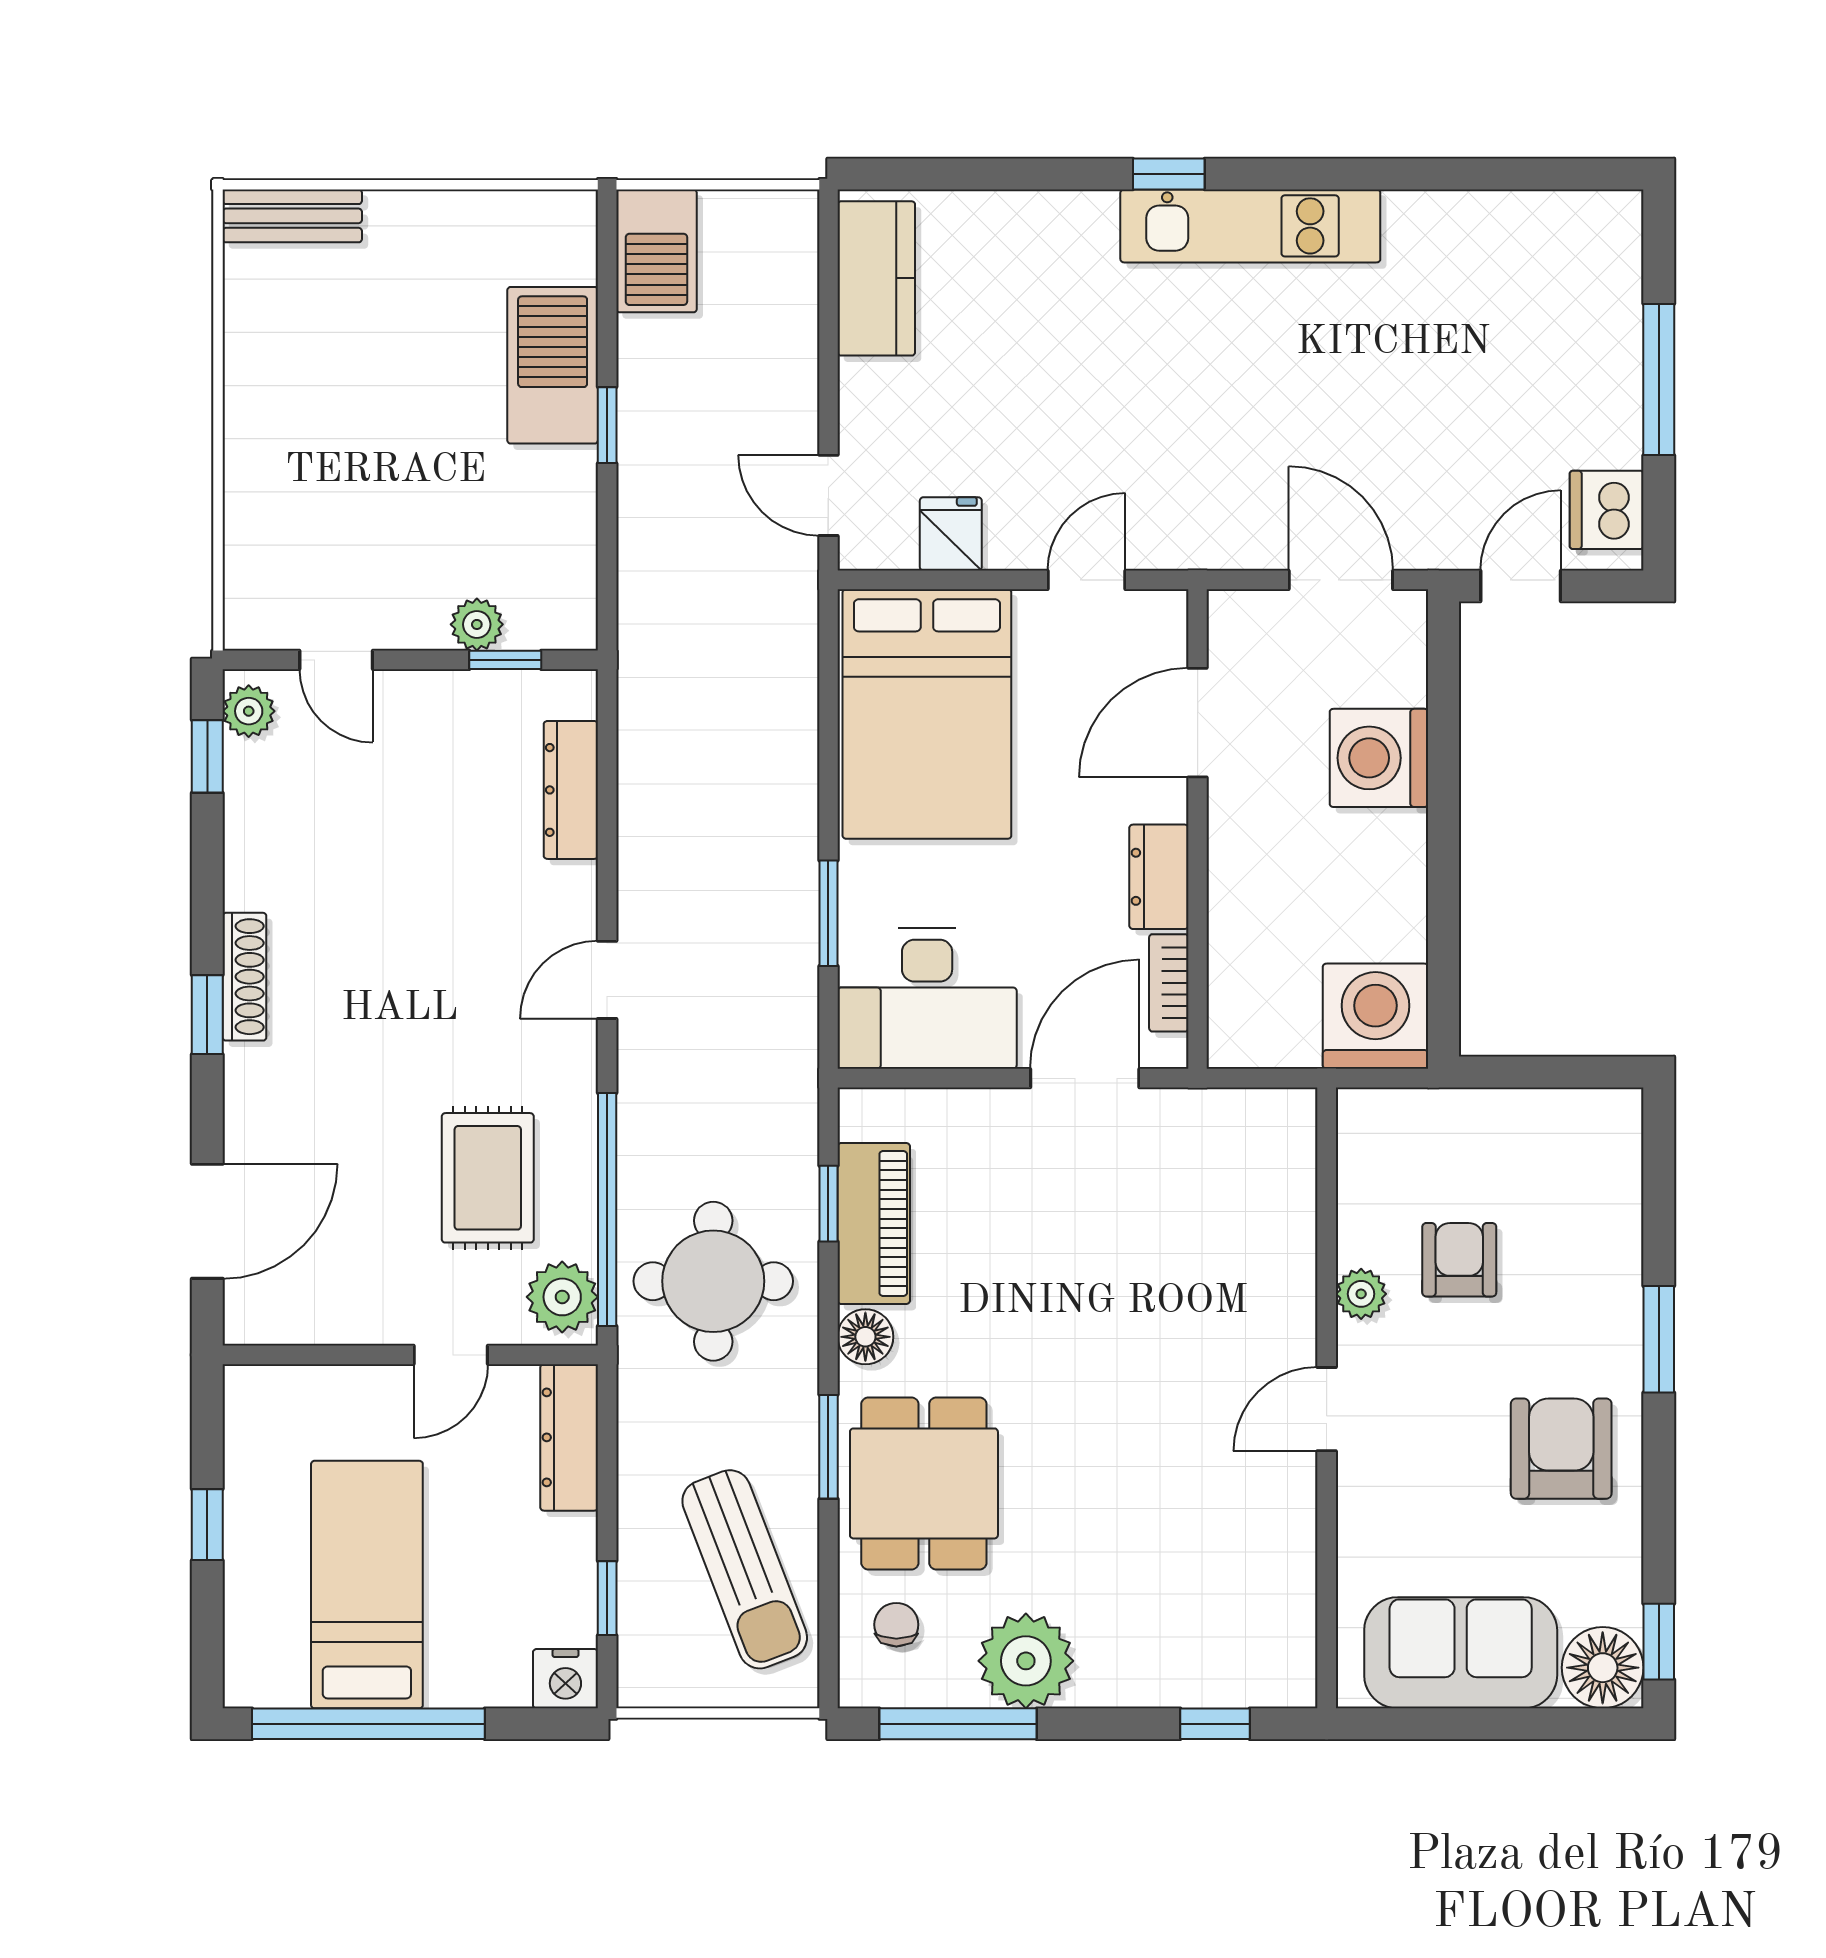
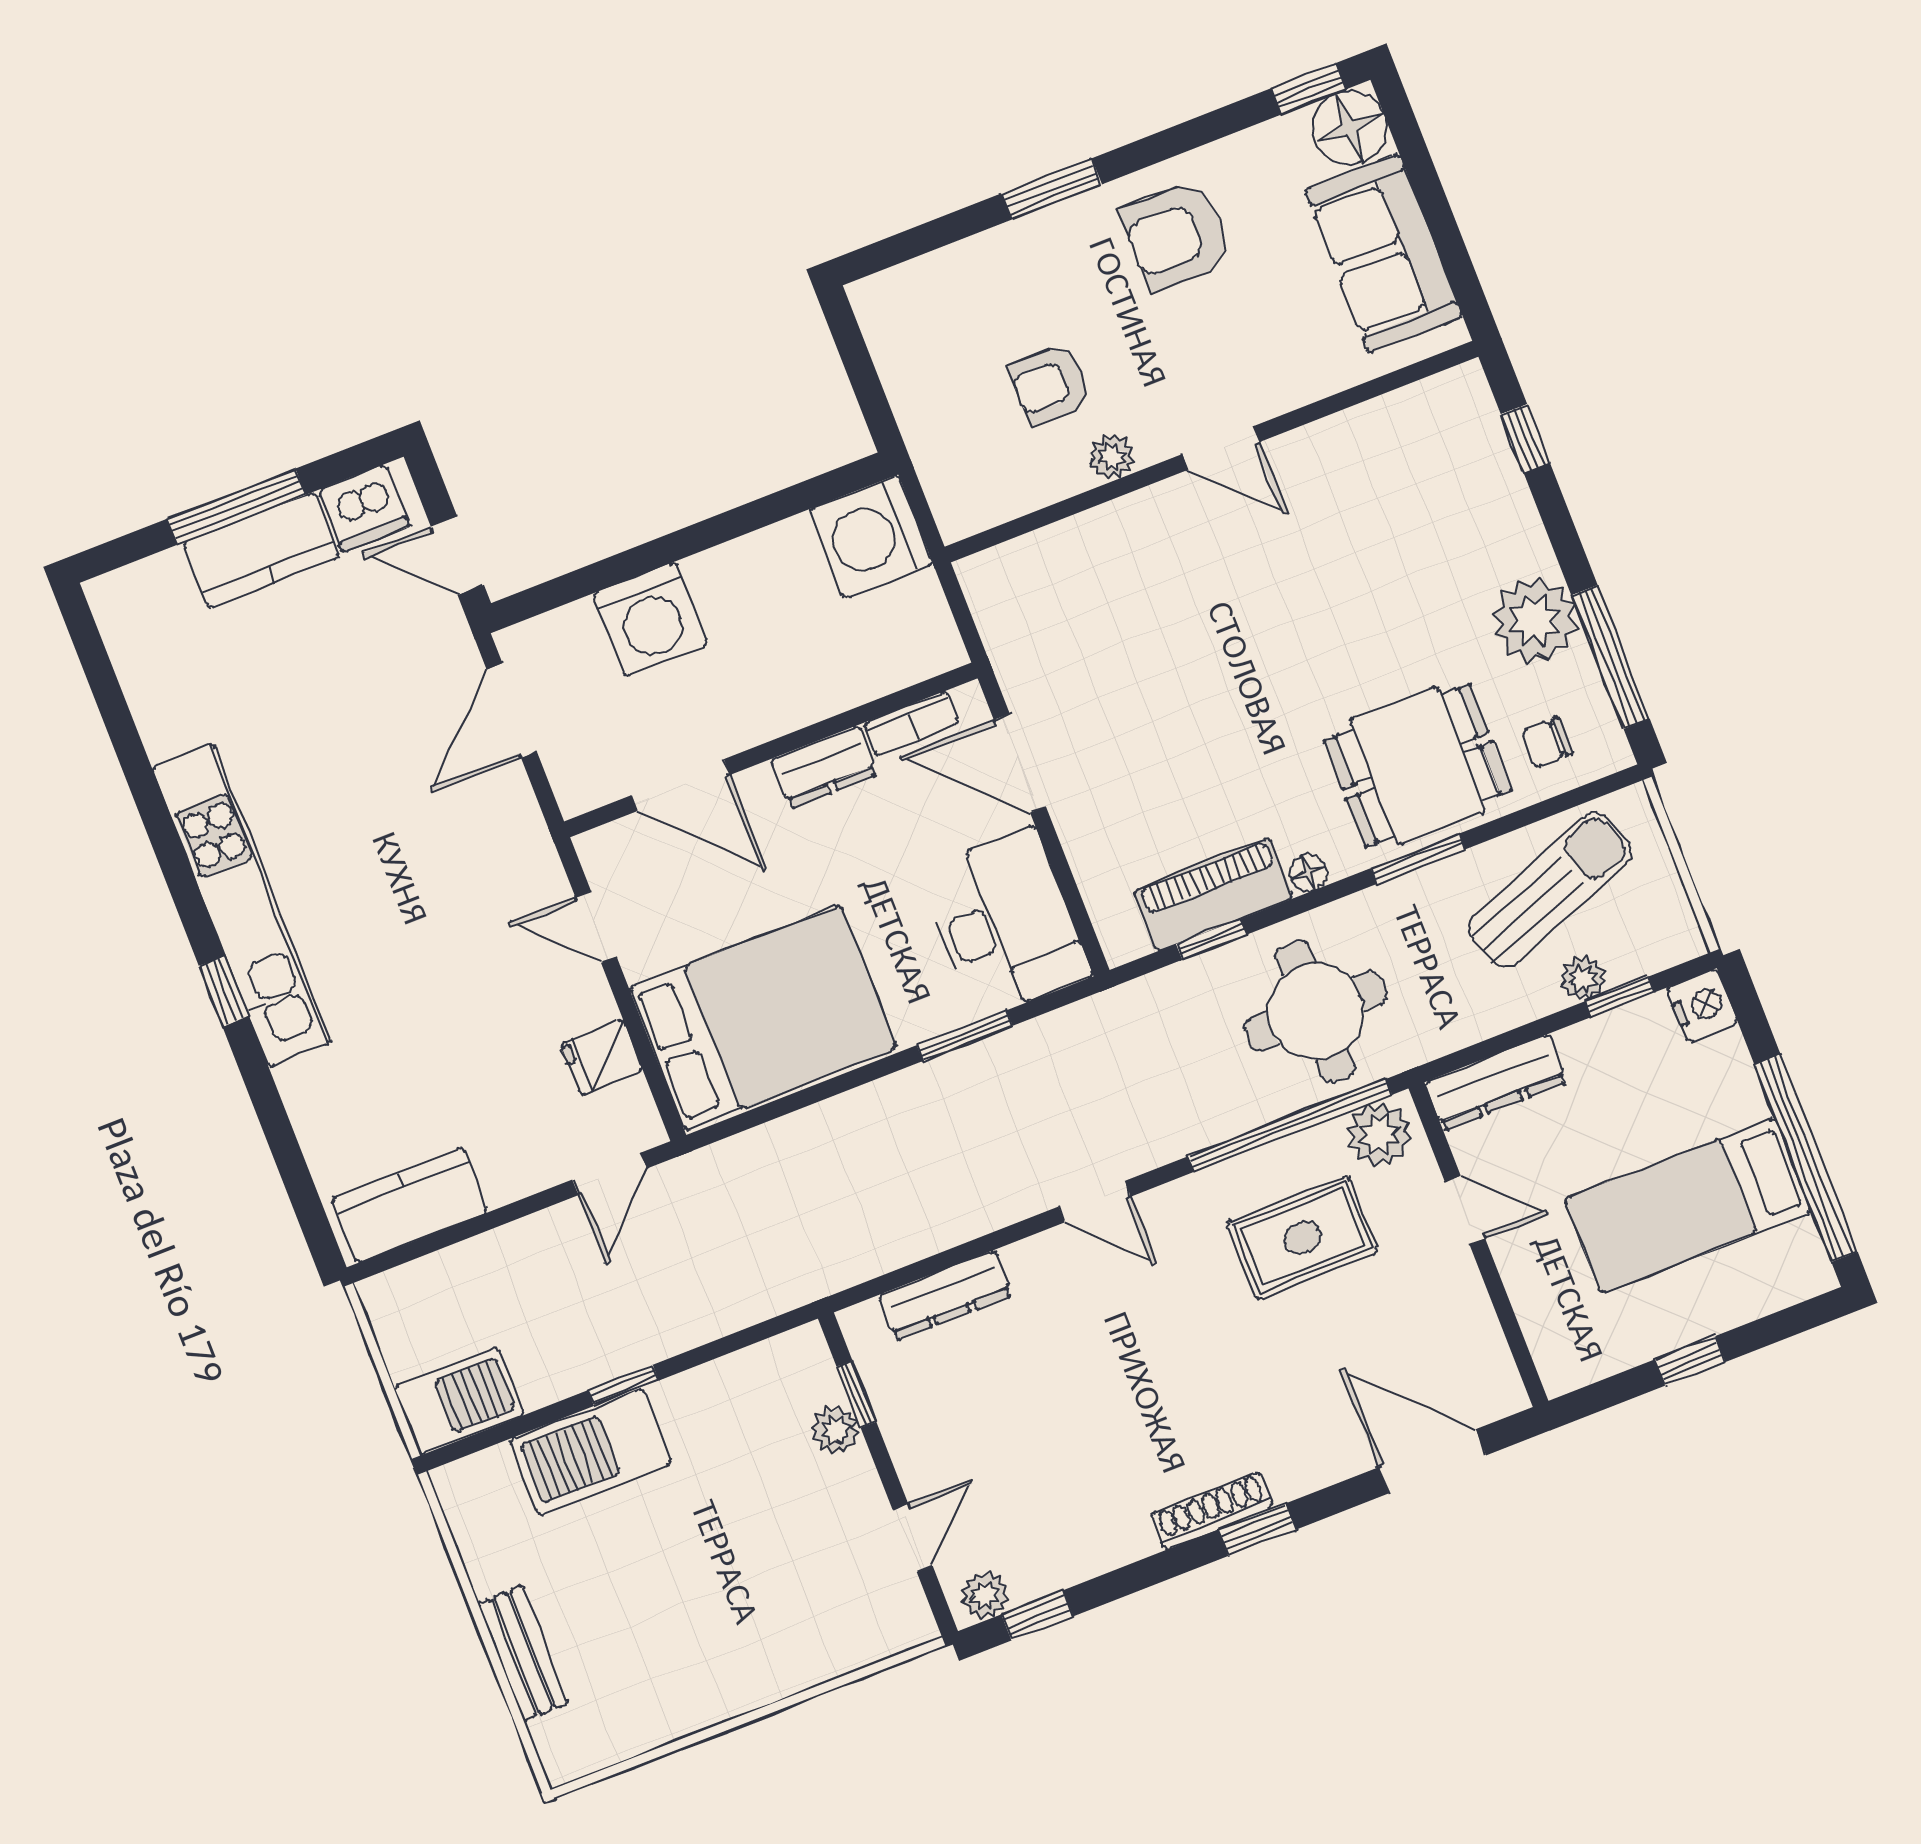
bench: (292, 216) -> (523, 1653), moved
kitchen unit: (1250, 226) -> (241, 905), width x1.36
kitchen counter: (1605, 388) -> (261, 550), added
floor lamp: (865, 1337) -> (1308, 873), width x0.73, depth x0.73
plant: (641, 1567) -> (1583, 979), added

